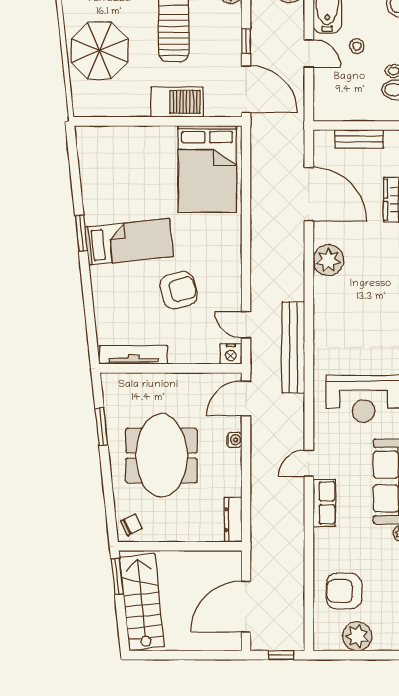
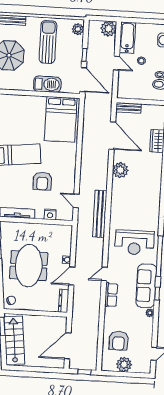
bench: (359, 139) -> (129, 108), moved
armchair: (179, 290) -> (42, 181), turned 105
nightstand: (231, 354) -> (50, 214), moved
door: (246, 398) -> (72, 276), moved
armchair: (344, 591) -> (119, 341), turned -90

